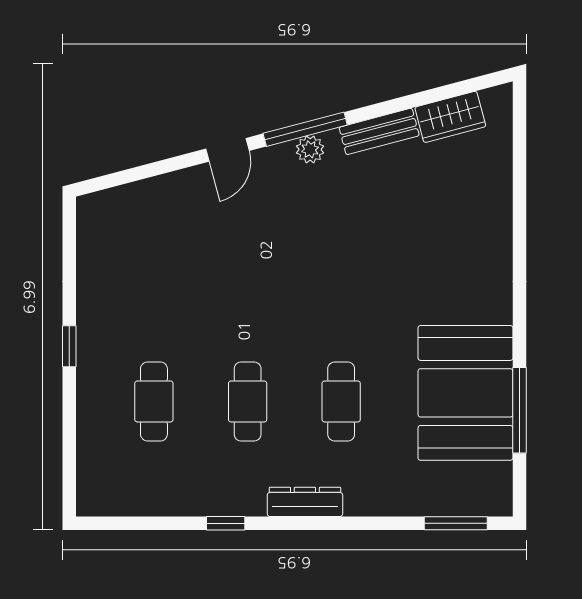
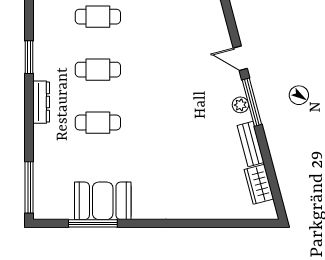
booth: (465, 393) -> (103, 201), width x0.73, depth x0.70
window: (226, 523) -> (29, 57), width x1.50
window: (456, 523) -> (29, 187), width x1.44

